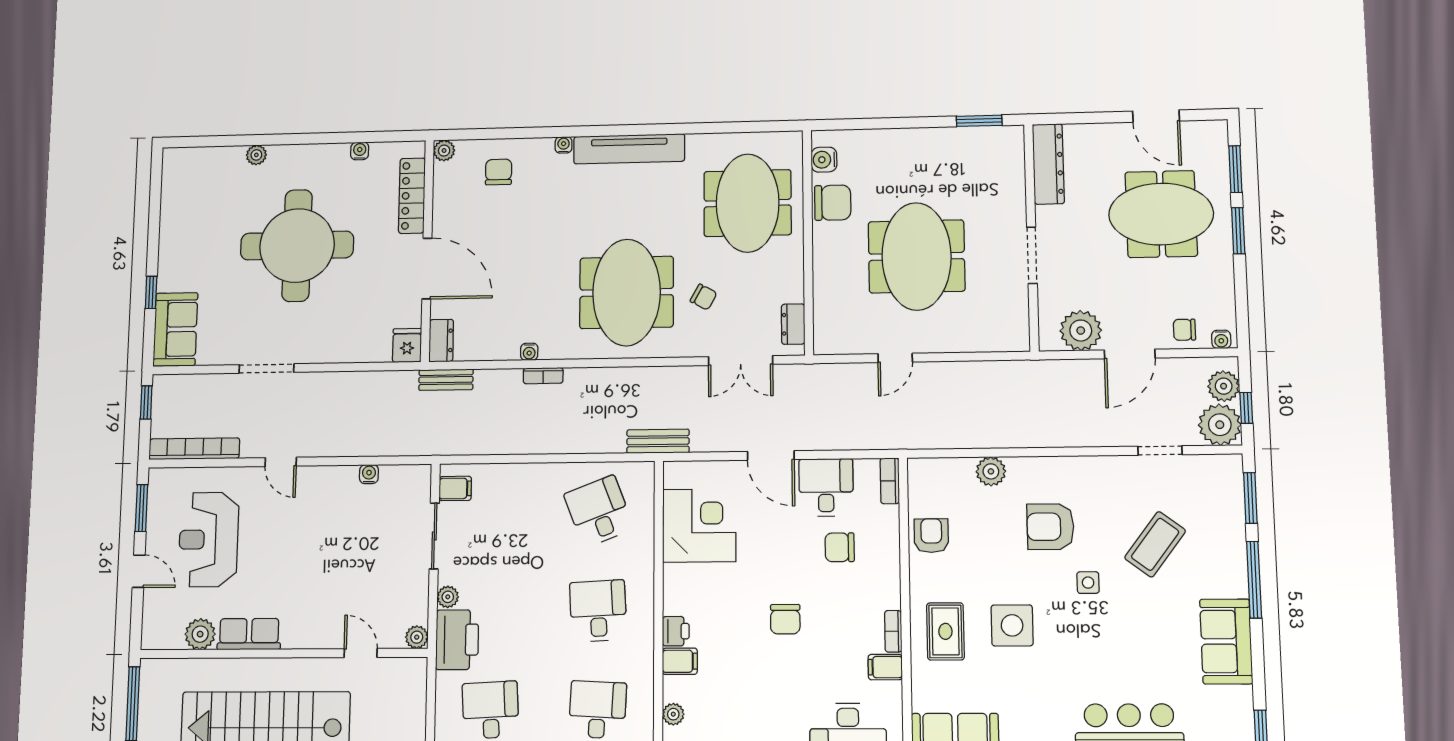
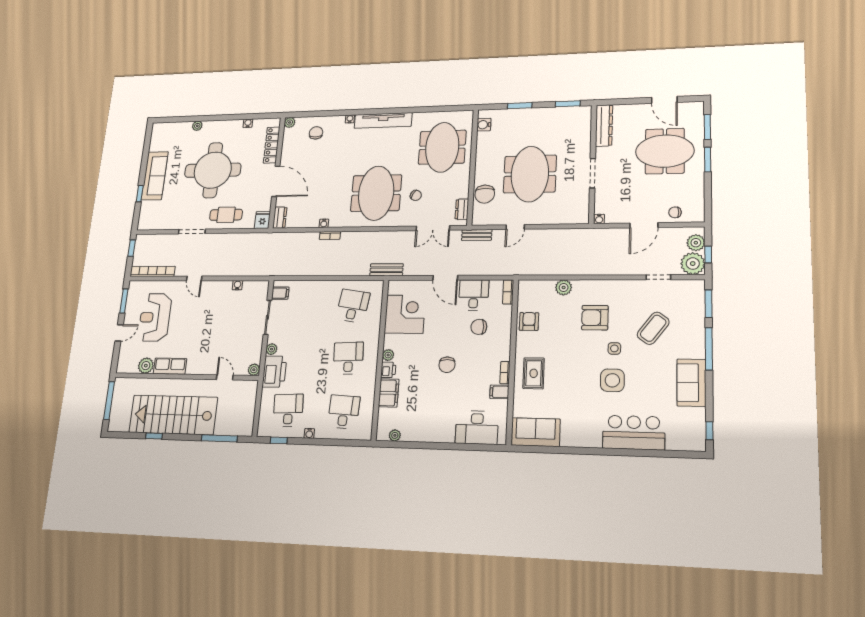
window: (890, 123) -> (520, 106), added
chair: (833, 203) -> (485, 194), moved, turned 90
sofa: (175, 329) -> (155, 176), moved, width x1.36
plant: (1081, 331) -> (617, 213), removed
cafe table: (333, 335) -> (226, 215), added
water cooler: (1221, 339) -> (599, 219), moved
bench: (446, 380) -> (477, 235), moved
desk: (599, 511) -> (353, 306), turned 30
door: (139, 571) -> (119, 333), hinge flipped
side table: (1012, 625) -> (612, 380), moved
filing cabinet: (680, 661) -> (389, 393), width x2.00
plant: (673, 714) -> (388, 355), moved

